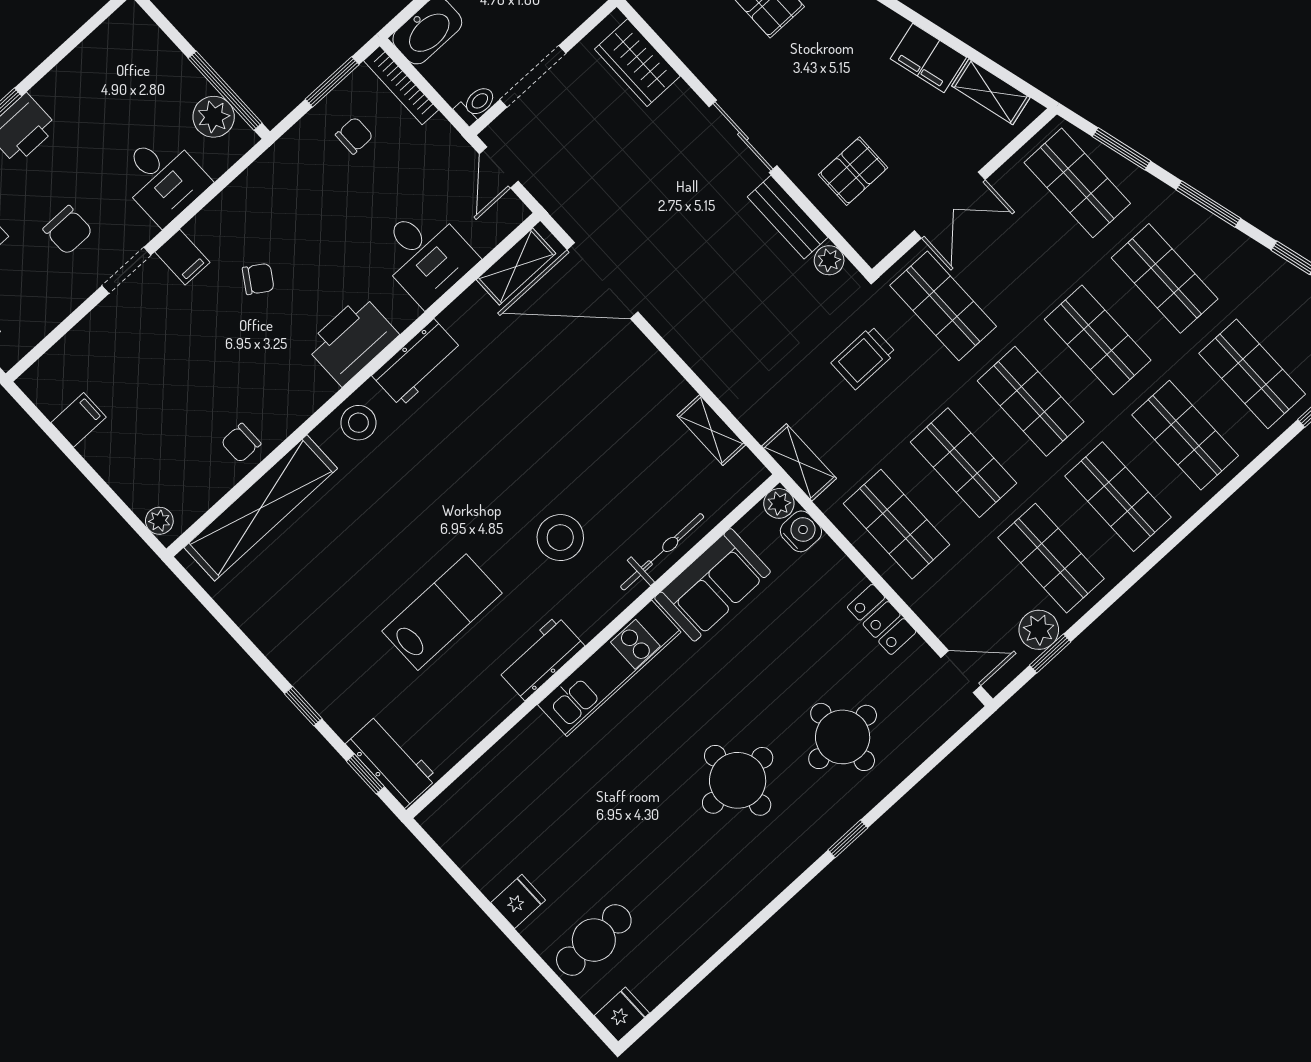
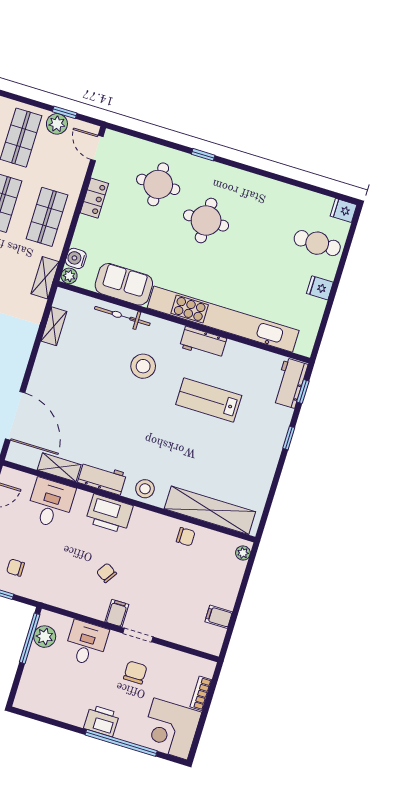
shelving: (516, 267) -> (59, 467), moved
kitchen unit: (609, 668) -> (223, 319), width x1.86

